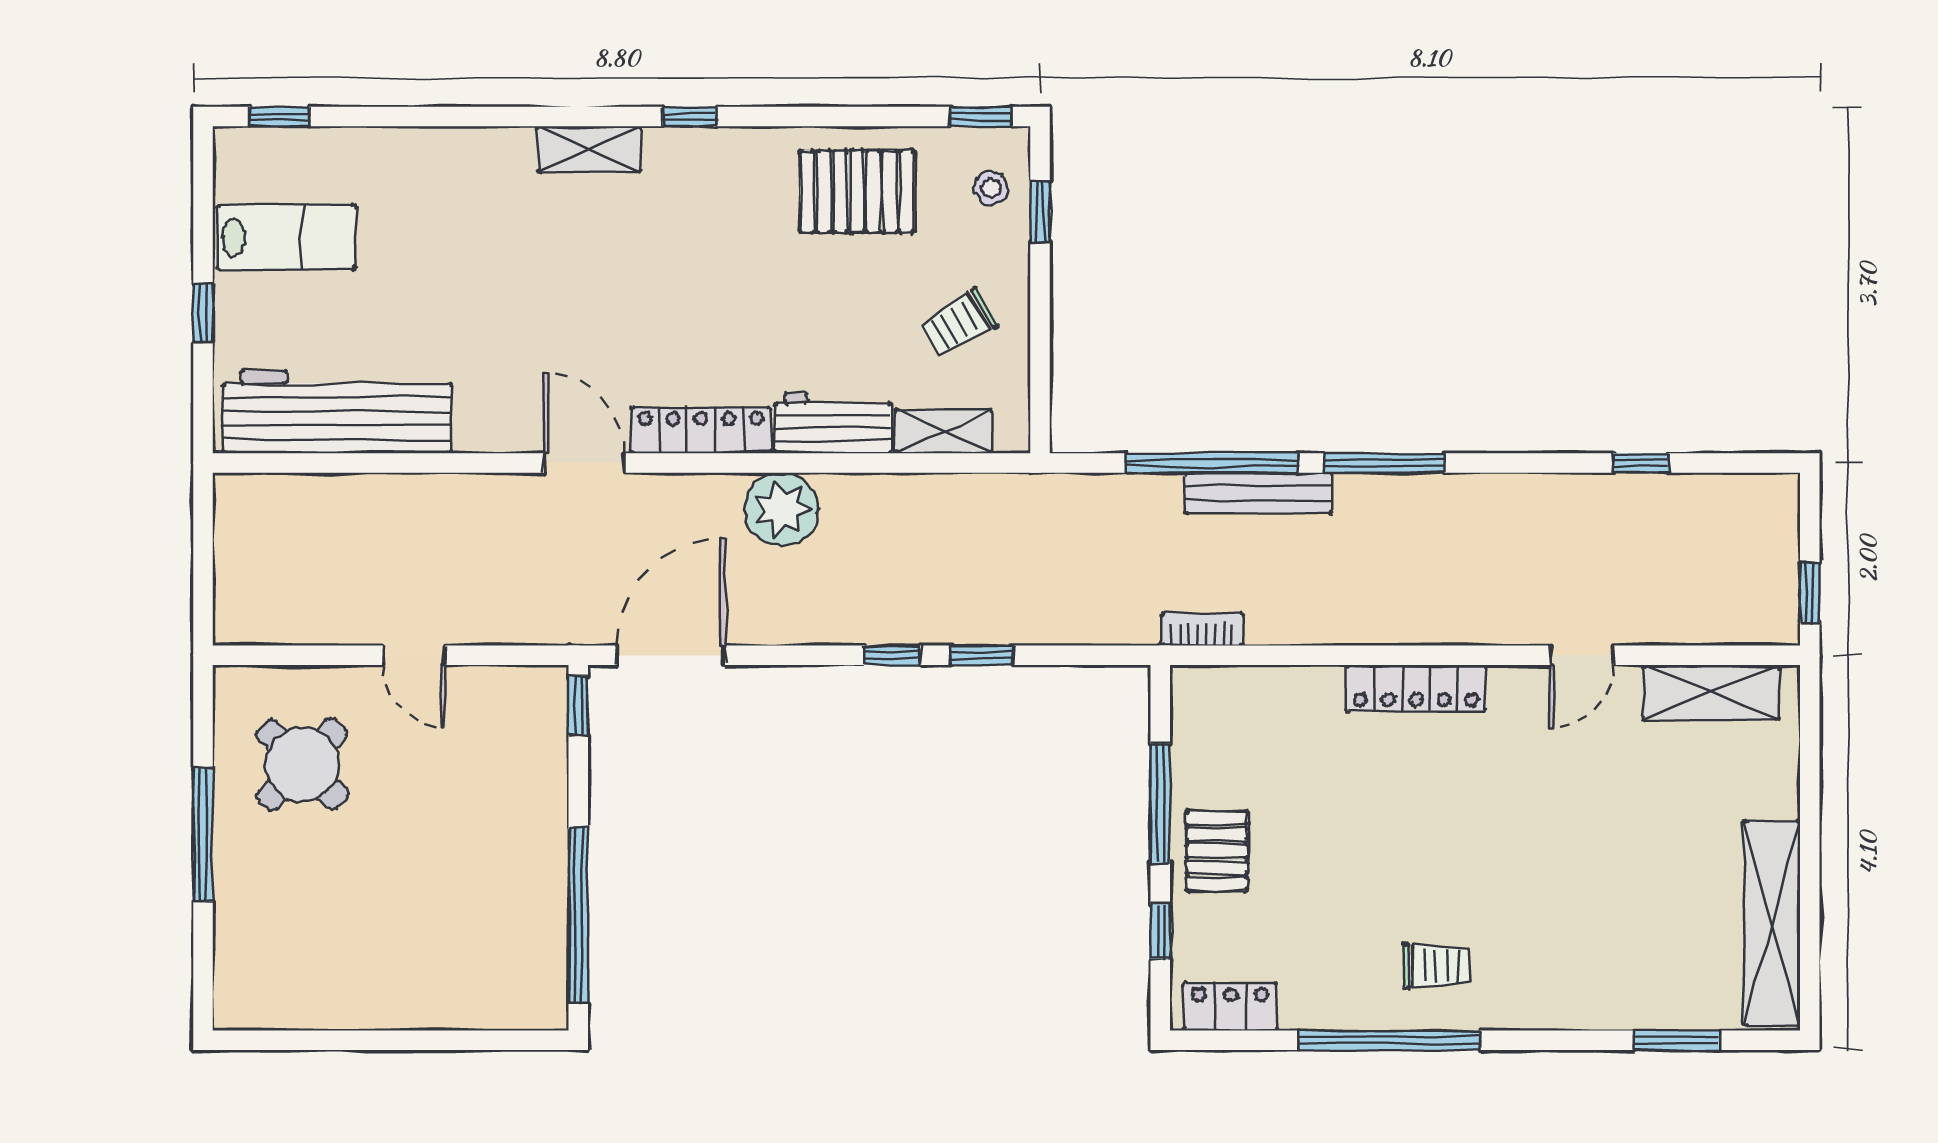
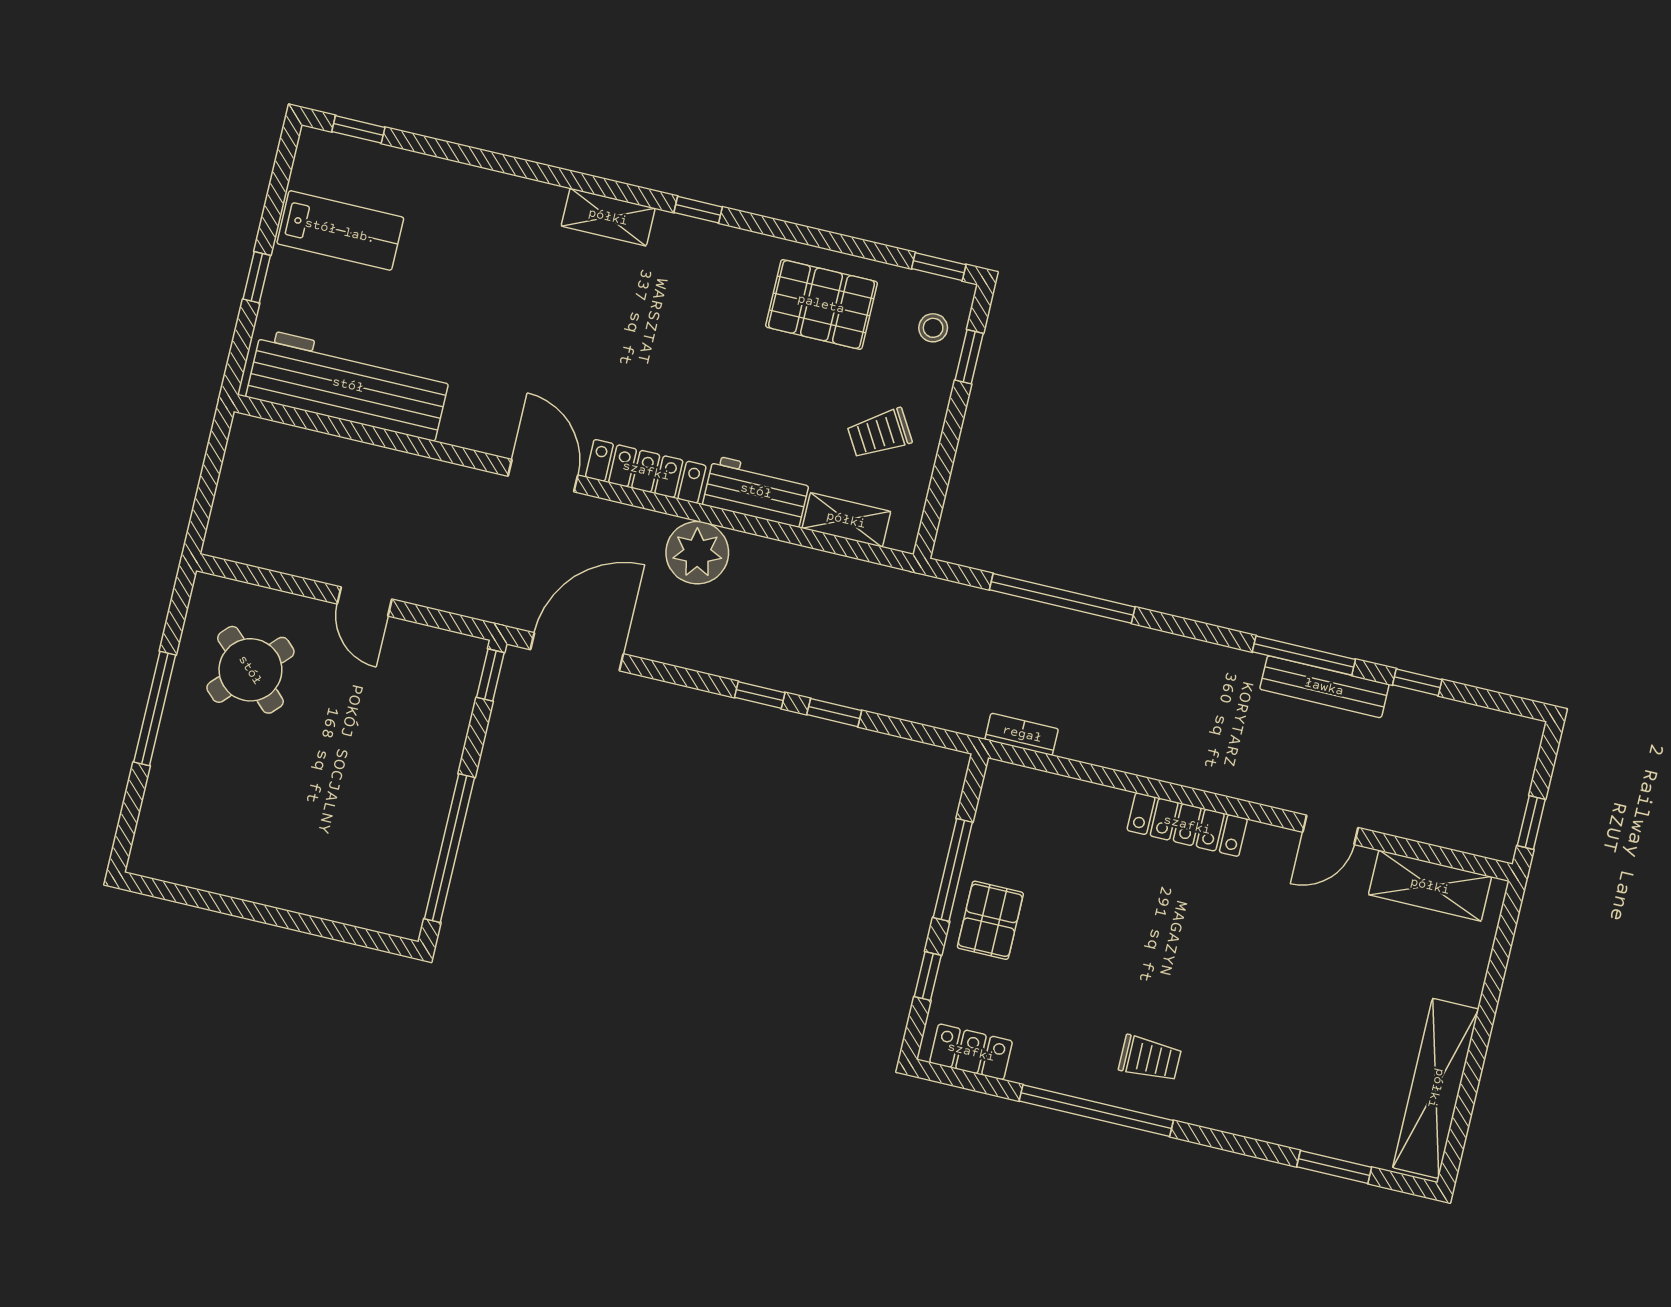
window: (1384, 463) -> (1304, 656), moved
bench: (1259, 493) -> (1324, 687), moved

